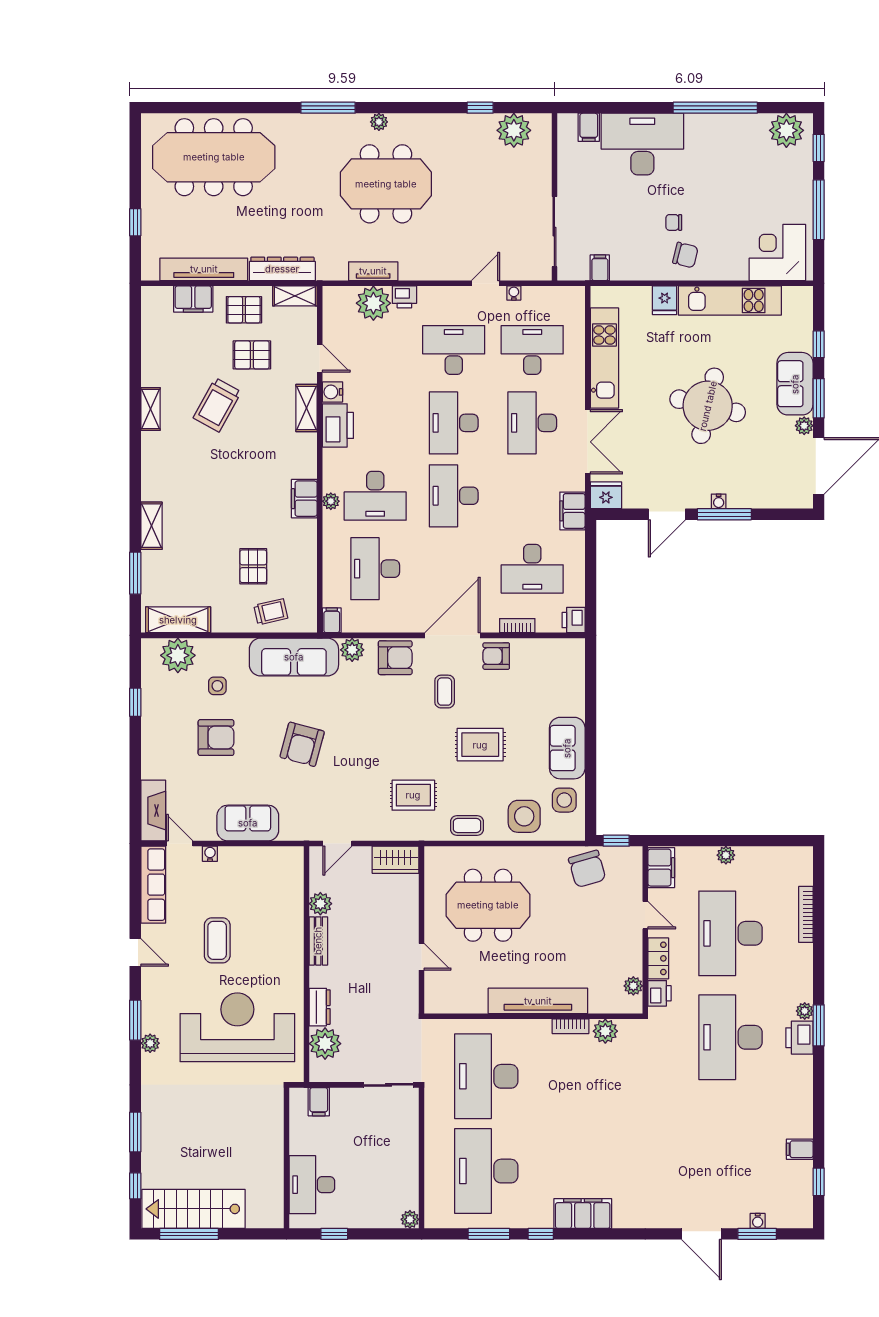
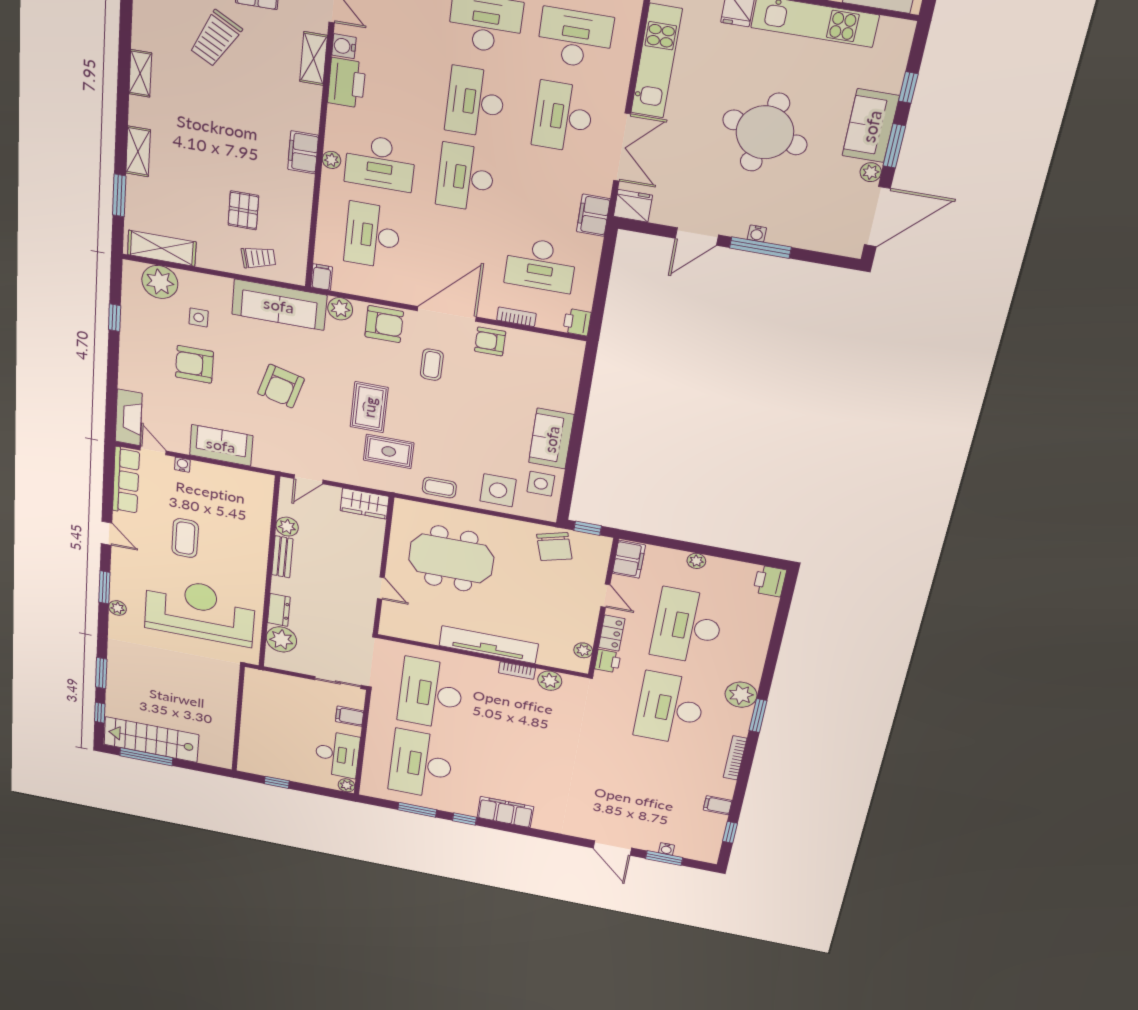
shelving: (150, 409) -> (140, 73), moved
armchair: (216, 738) -> (194, 364), turned 180
rug: (480, 745) -> (369, 407), moved, turned 90
bookcase: (806, 914) -> (735, 758), moved
plant: (805, 1011) -> (741, 695), width x1.87, depth x1.87
printer: (799, 1038) -> (770, 581), moved
filing cabinet: (319, 1102) -> (350, 716), moved, turned 90
desk: (312, 1185) -> (337, 754), moved, turned 180

